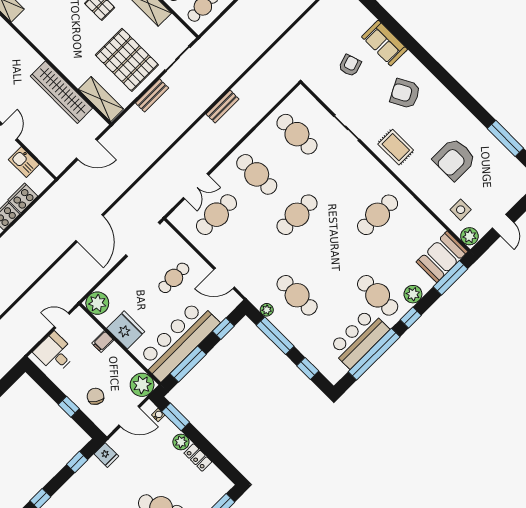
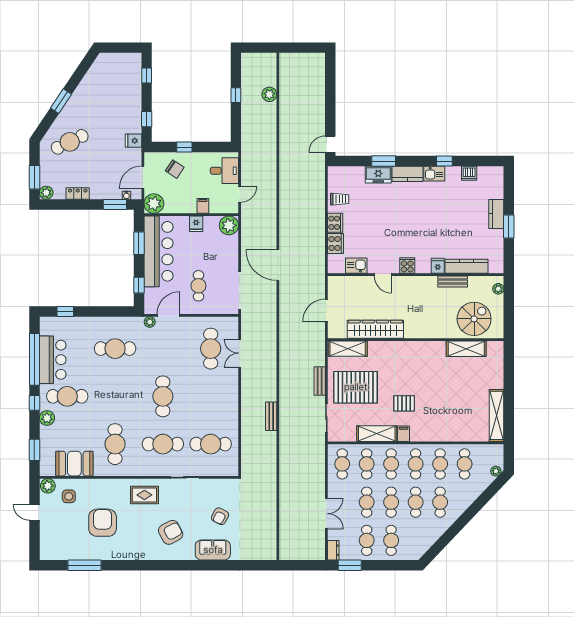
armchair: (350, 65) -> (220, 516), turned 46
cafe table: (257, 174) -> (163, 444), moved
booth: (442, 257) -> (74, 464), moved, turned 90
window: (450, 278) -> (34, 450), width x0.69
plant: (267, 310) -> (150, 322), moved
fridge: (126, 330) -> (196, 224), width x0.53, depth x0.75
window: (275, 336) -> (104, 312), removed
window: (188, 364) -> (139, 243), width x0.69
plant: (181, 442) -> (46, 193), moved

